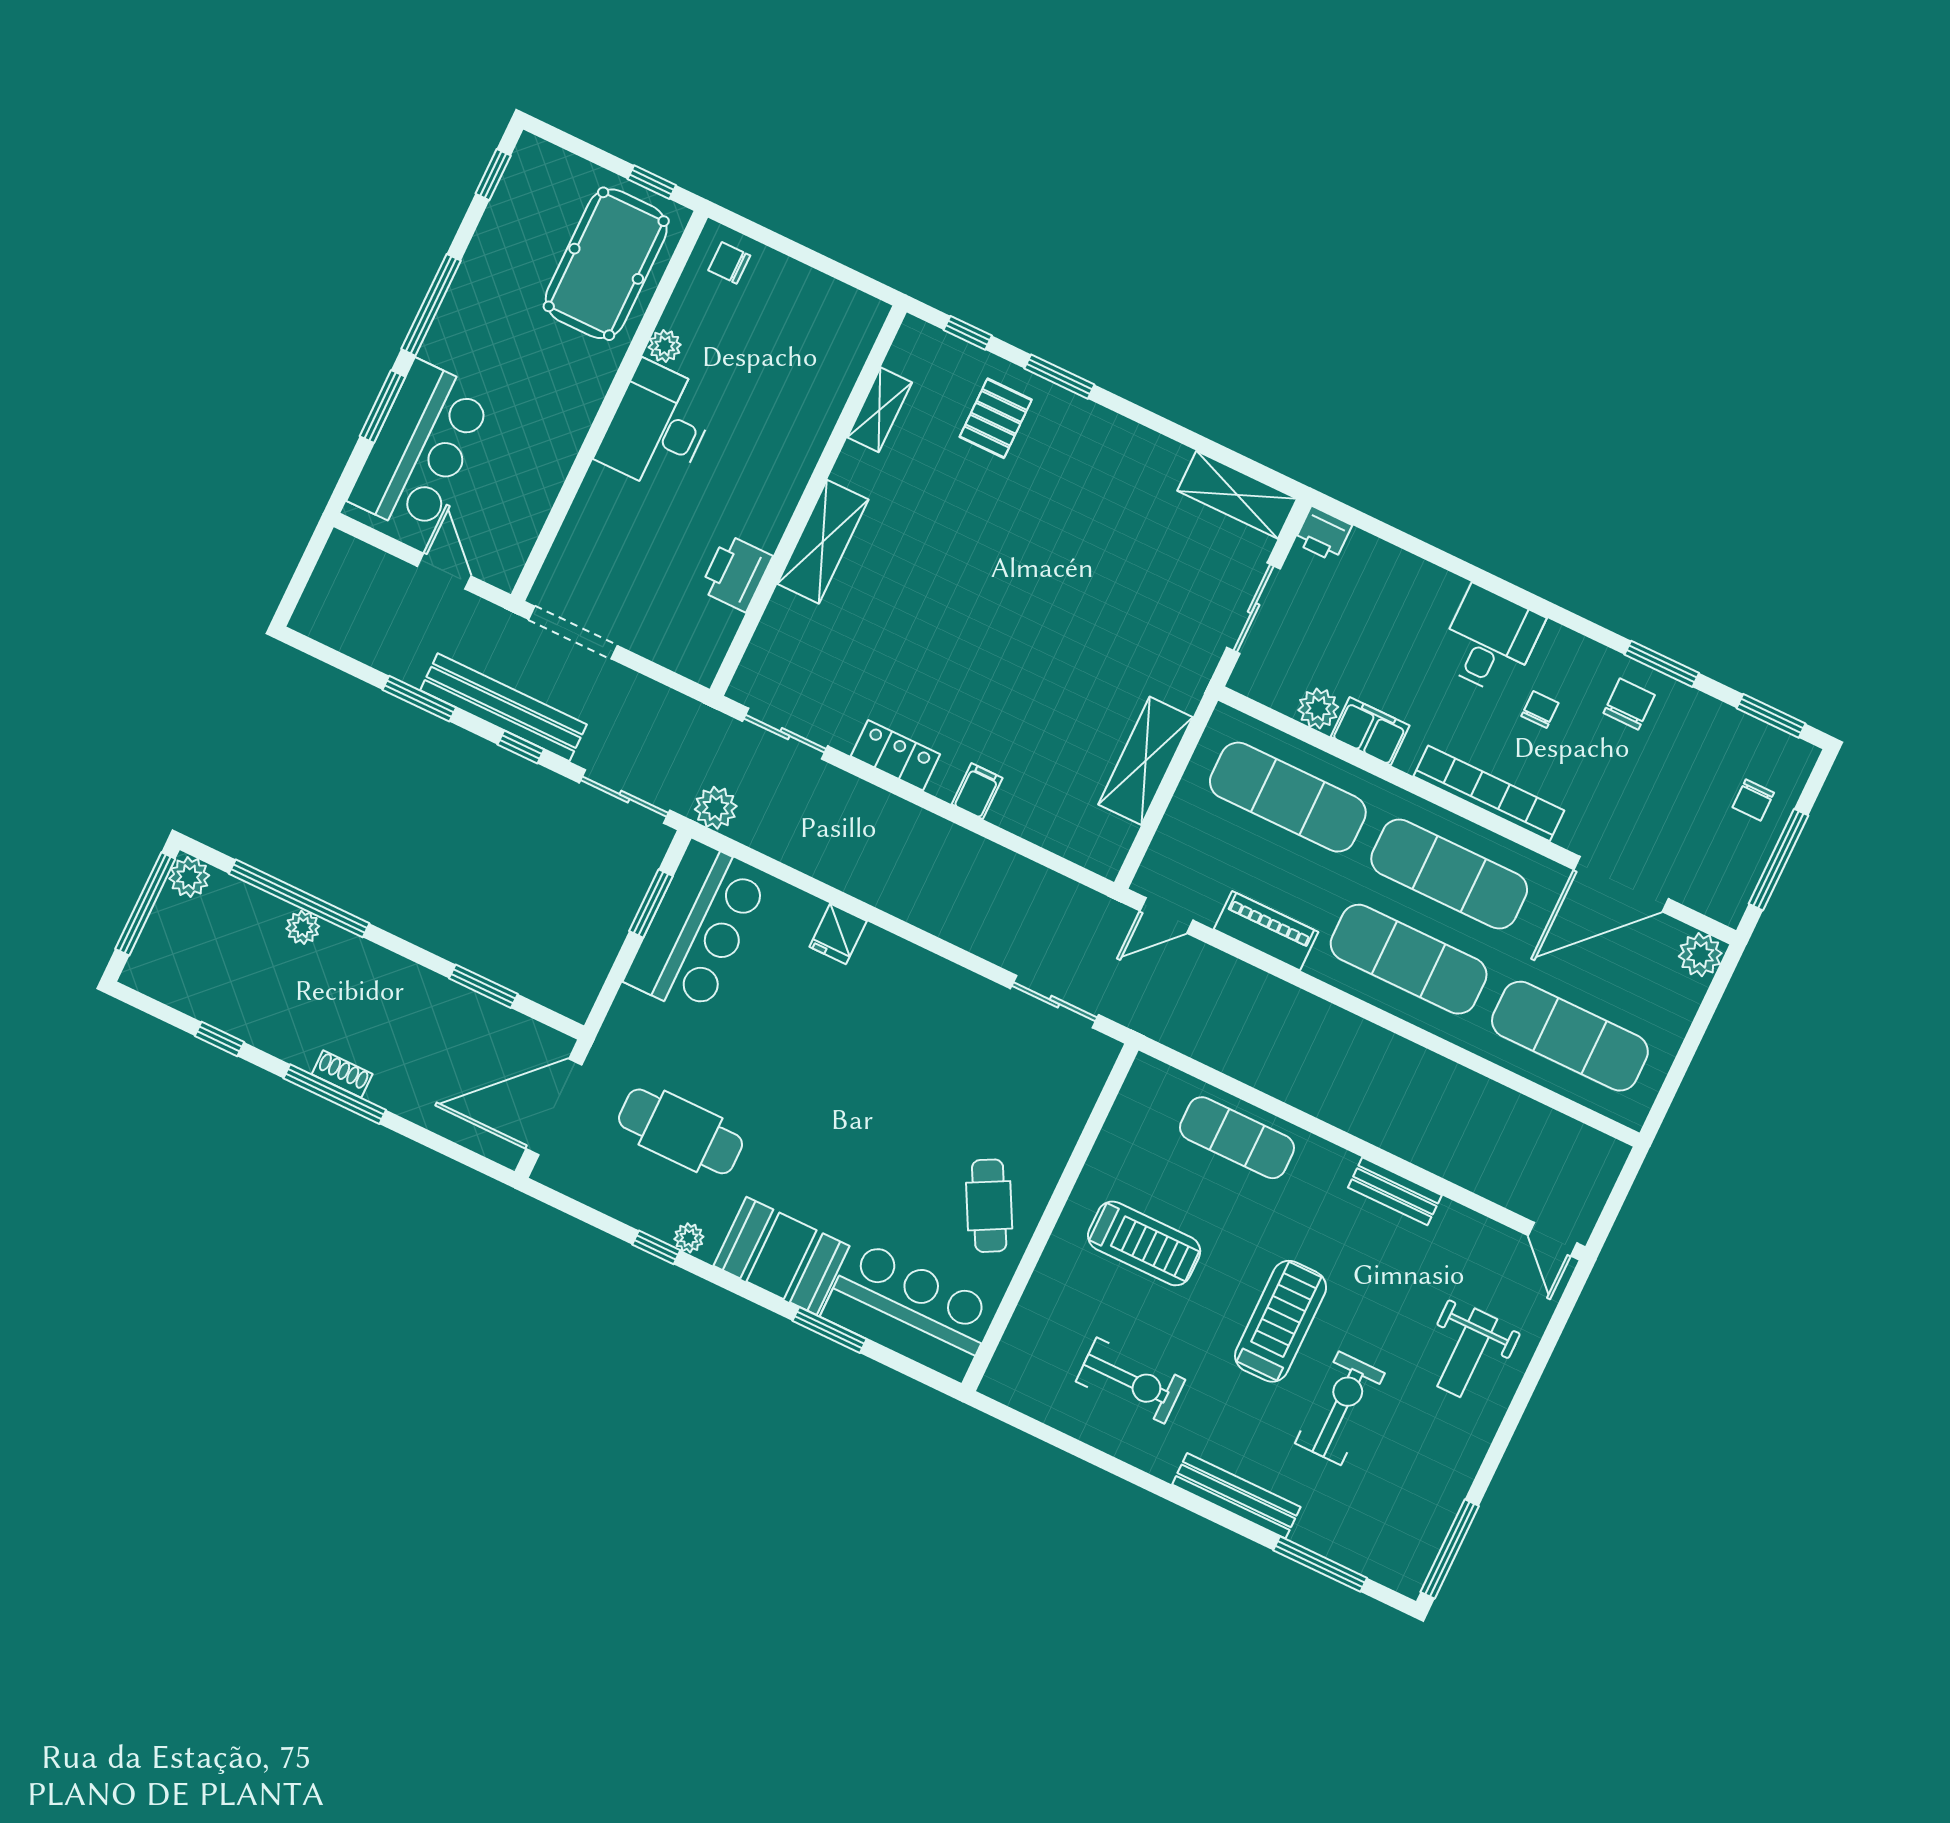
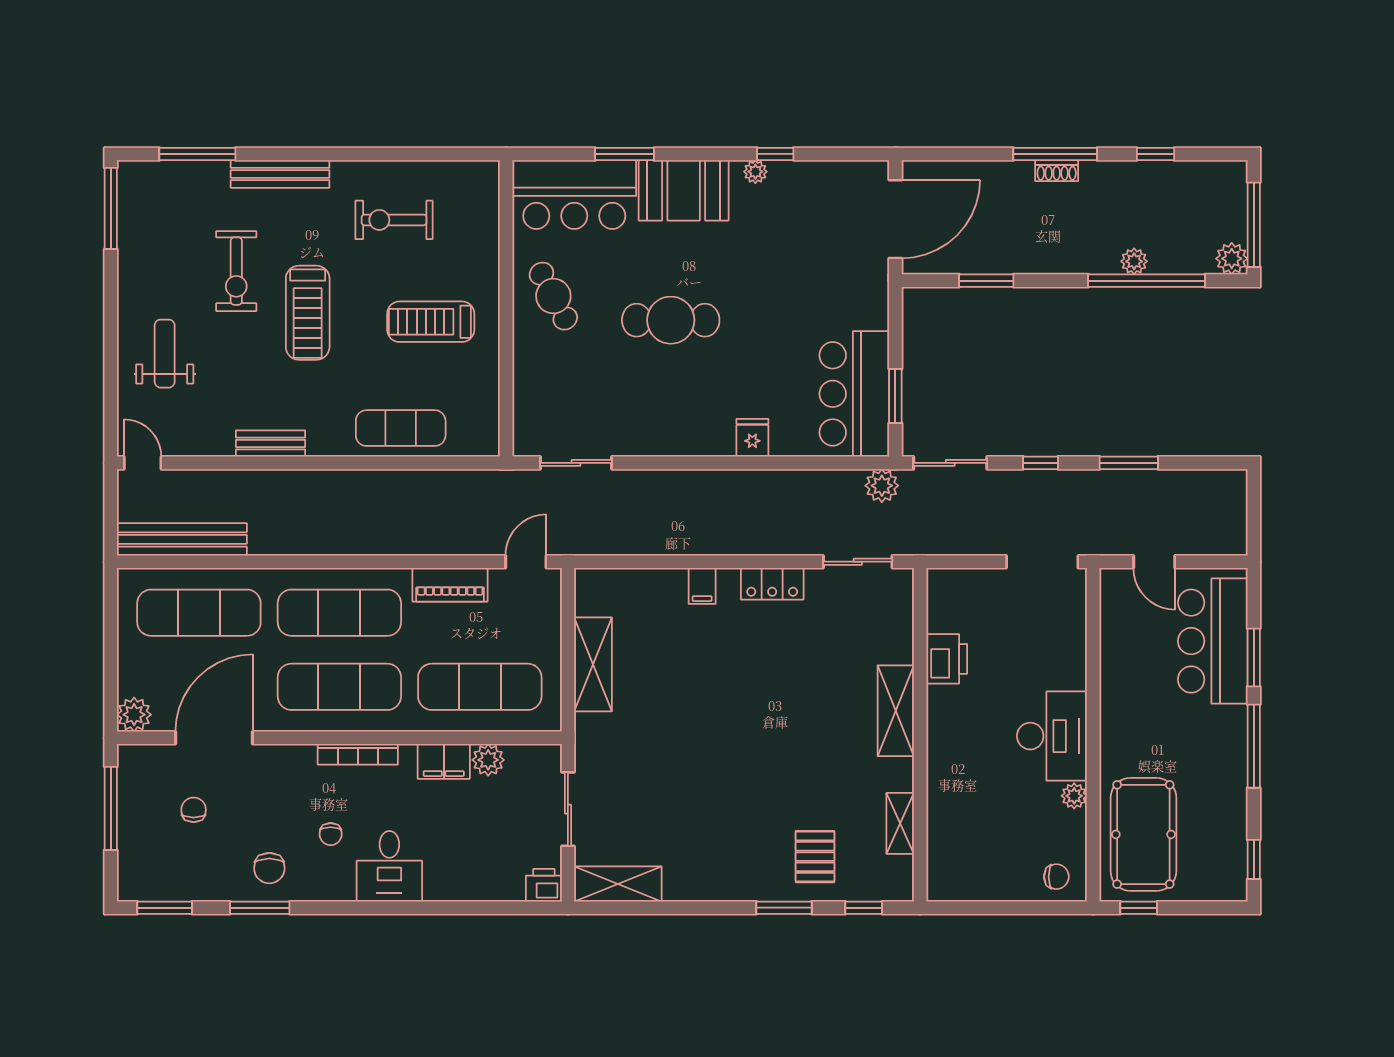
bench: (503, 707) -> (182, 539), moved
bookcase: (1489, 793) -> (358, 754), width x0.68, depth x0.76
chair: (1753, 800) -> (194, 810), moved
cafe table: (681, 1131) -> (671, 320), moved

